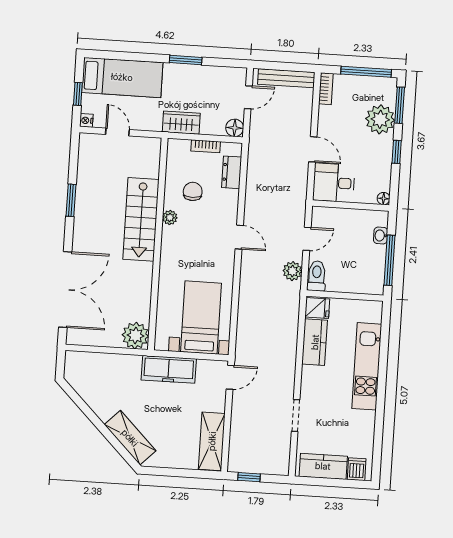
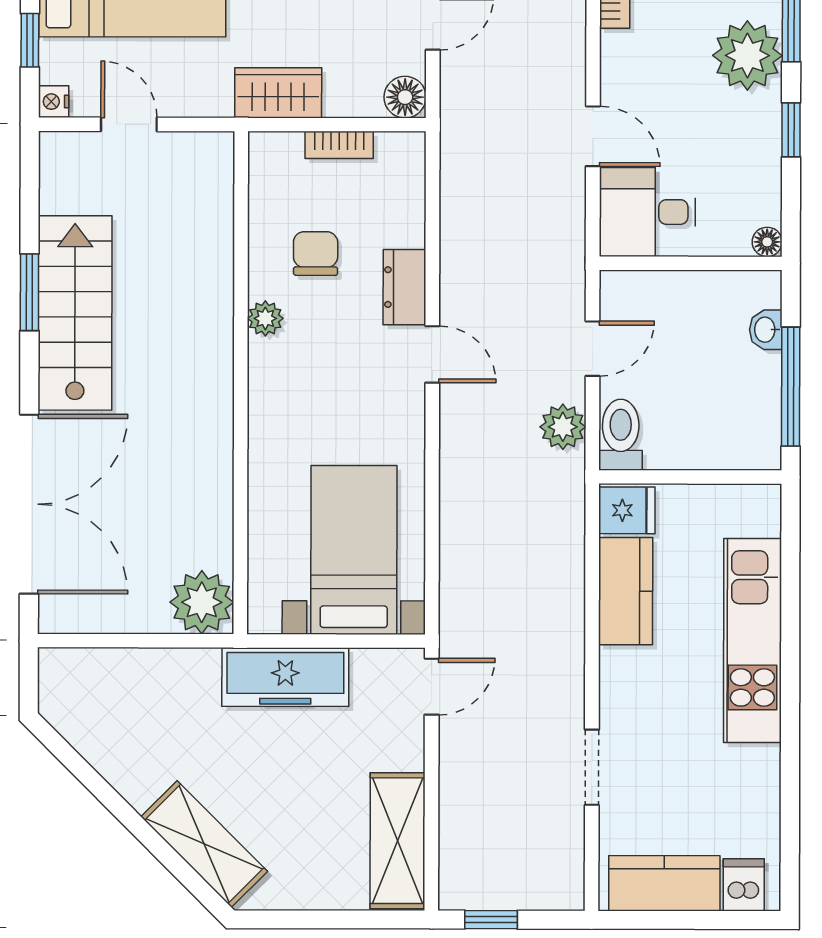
dresser: (232, 172) -> (404, 287), moved
stairs: (141, 219) -> (75, 313), moved, turned 180

